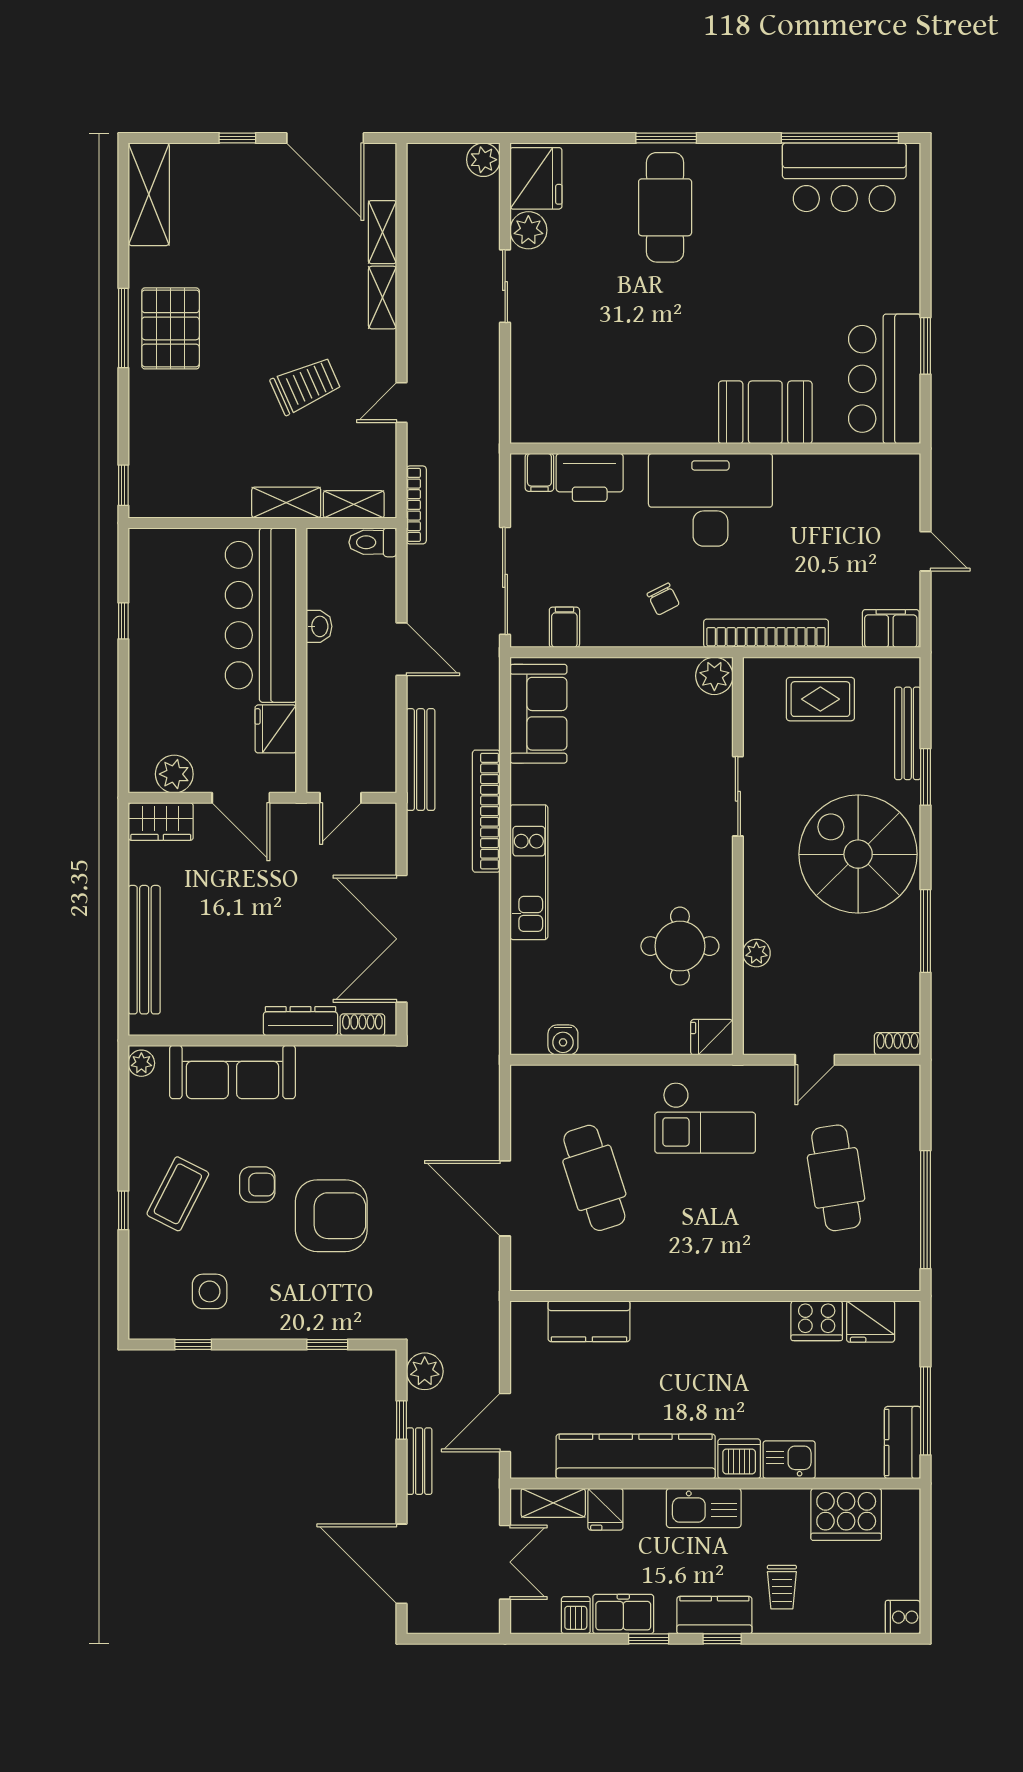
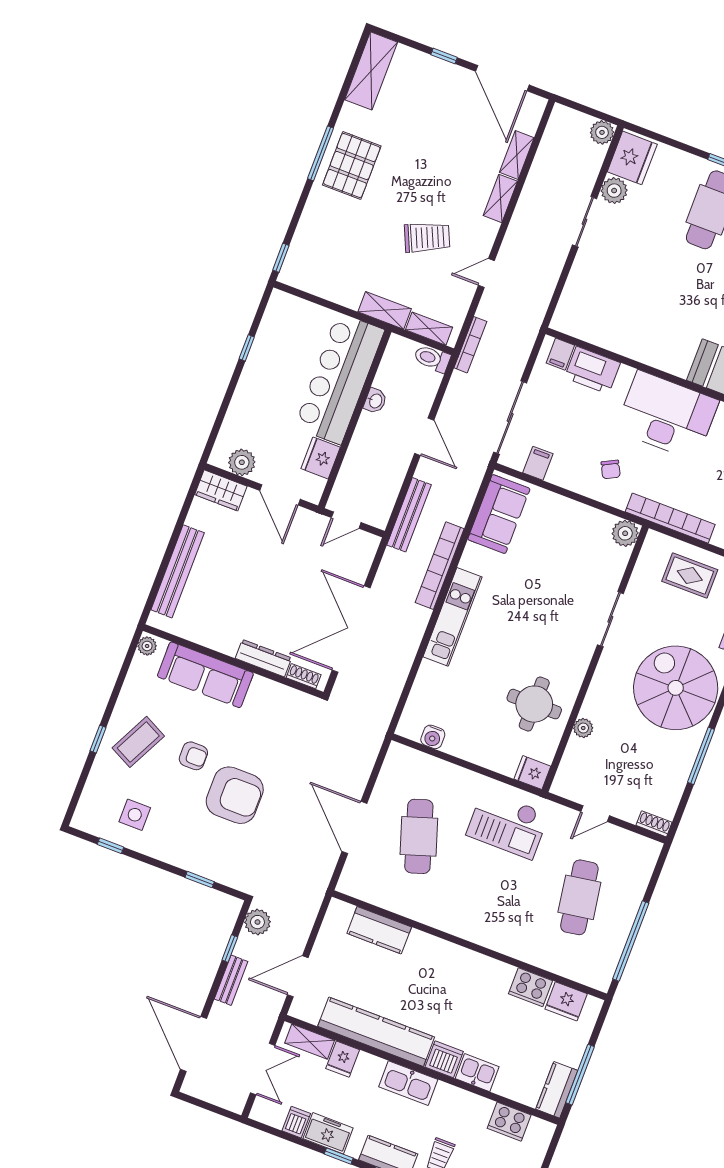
cooker: (846, 1514) -> (509, 1122), width x0.73, depth x0.76

